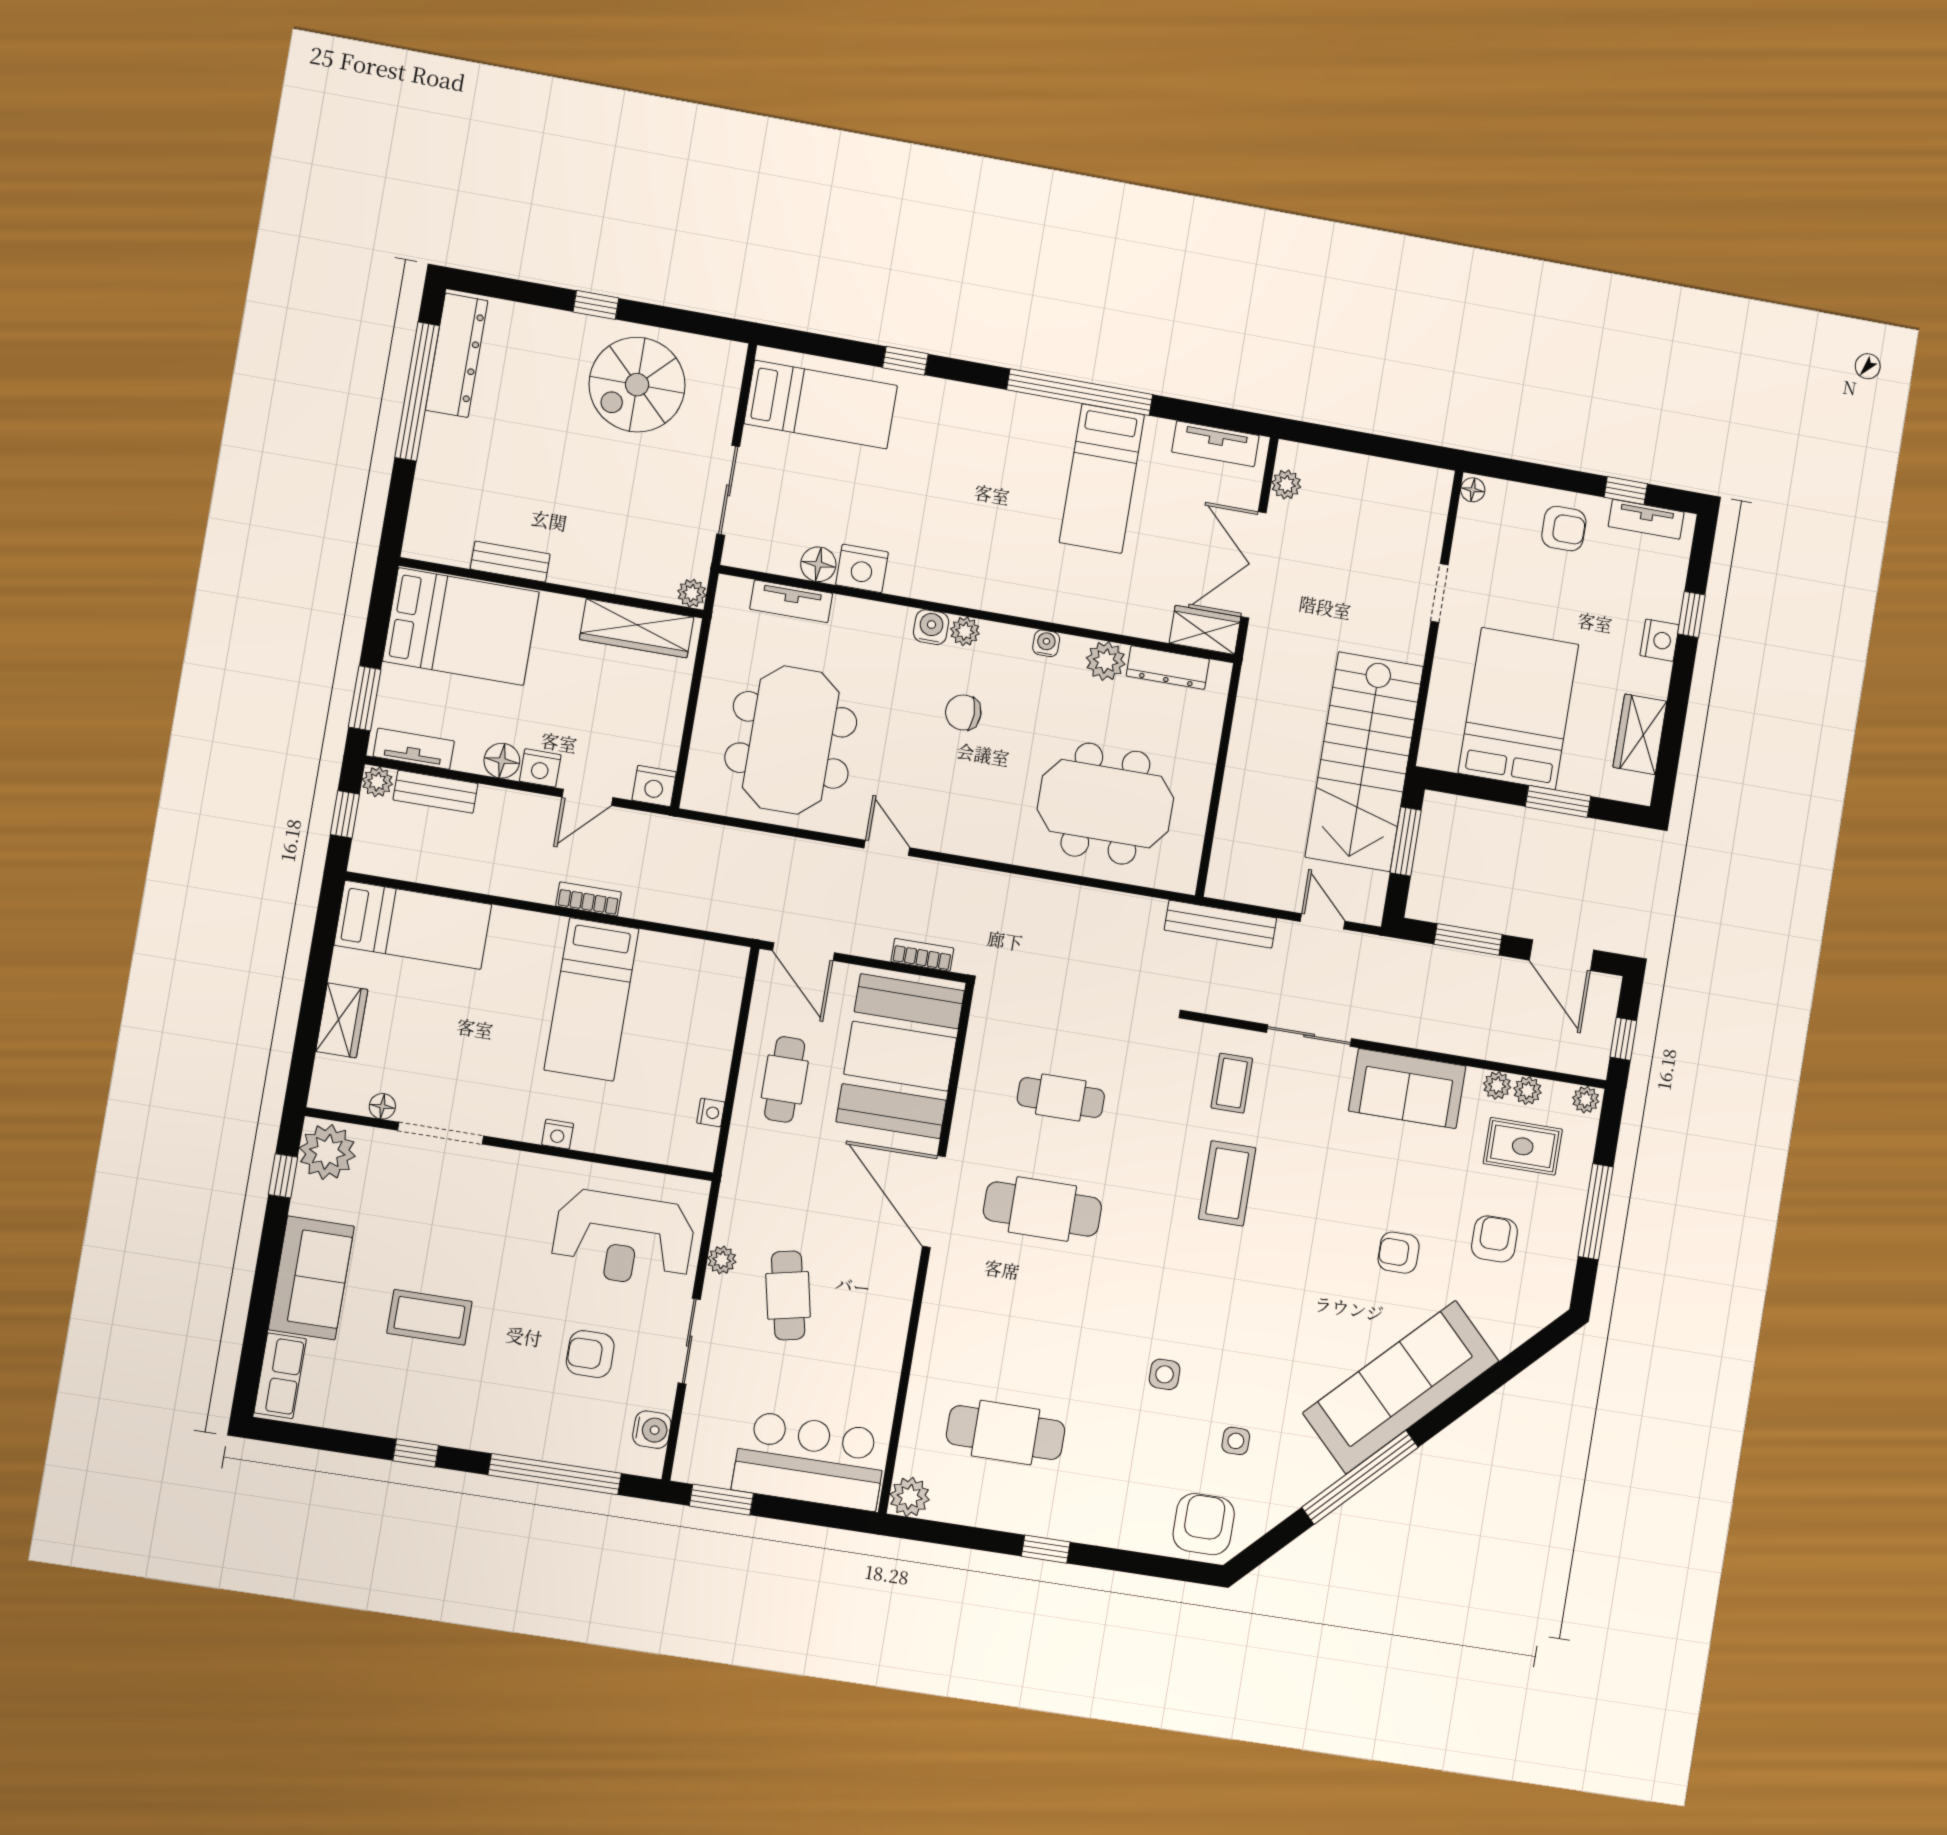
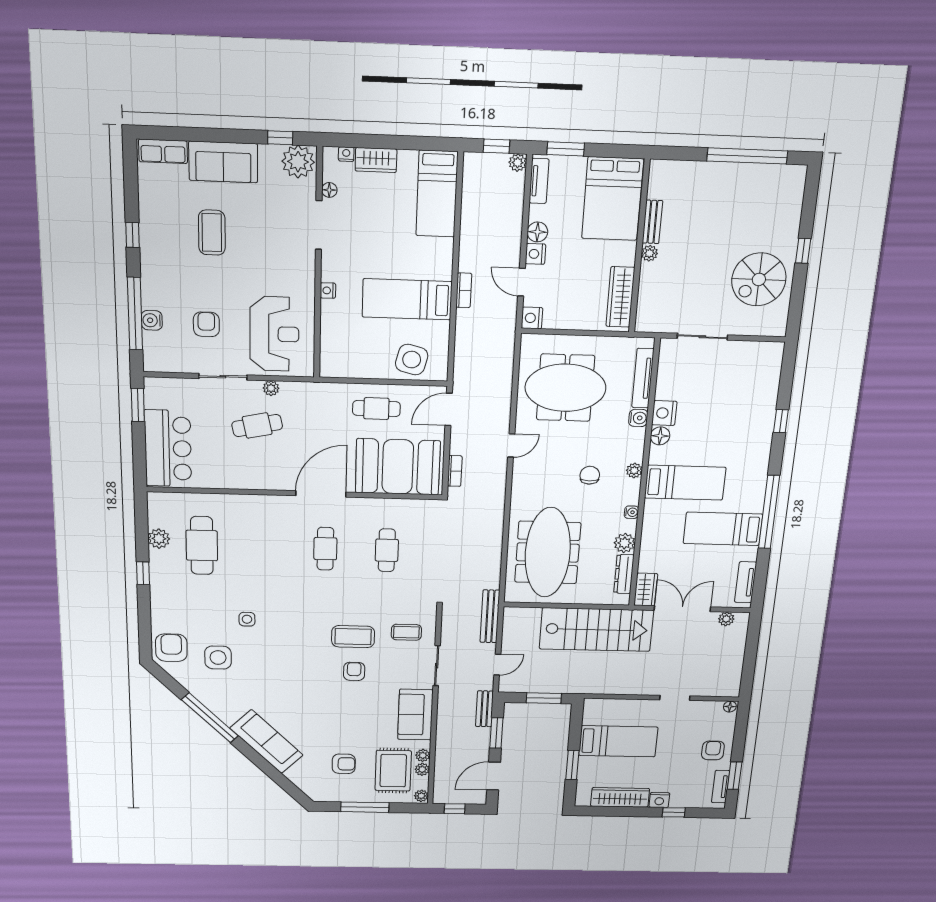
dresser: (457, 355) -> (770, 176), removed
spiral stairs: (637, 385) -> (759, 279), turned -90
bed: (821, 405) -> (685, 483), moved, turned -90
window: (1626, 491) -> (735, 776), width x1.50
armchair: (1564, 529) -> (713, 750), turned 180
floor lamp: (818, 564) -> (660, 436), moved
plant: (692, 593) -> (649, 253), moved
tv unit: (791, 601) -> (643, 378), width x1.41
water cooler: (931, 627) -> (638, 418), moved
bed: (1518, 709) -> (618, 741), width x0.67
wardrobe: (1640, 734) -> (620, 797), width x1.50
stairs: (1364, 762) -> (596, 630), moved, turned 180
bench: (436, 792) -> (485, 709), moved
meeting table: (1105, 804) -> (548, 552), width x1.36
side table: (702, 1005) -> (412, 360), added
nightstand: (711, 1112) -> (346, 154), moved, turned 180
rug: (1523, 1146) -> (393, 771), width x1.36, depth x1.43
cafe table: (1042, 1209) -> (325, 549), width x0.73, depth x0.74
reception desk: (623, 1239) -> (274, 334), turned 180
armchair: (1399, 1253) -> (354, 671), moved
sofa: (1401, 1387) -> (266, 742), width x0.74, depth x0.79
water cooler: (652, 1430) -> (152, 320), moved, turned 90
side table: (1236, 1441) -> (218, 658), width x1.87, depth x1.87
plant: (910, 1497) -> (159, 539), moved
armchair: (1204, 1524) -> (171, 648), turned -90

